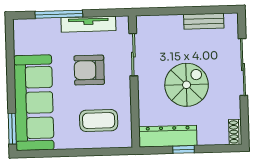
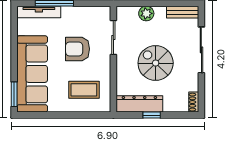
bench: (204, 21) -> (183, 12), moved
tv unit: (88, 24) -> (39, 12), moved
plant: (173, 24) -> (146, 13), added
spiral stairs: (187, 85) -> (156, 63), turned -90

